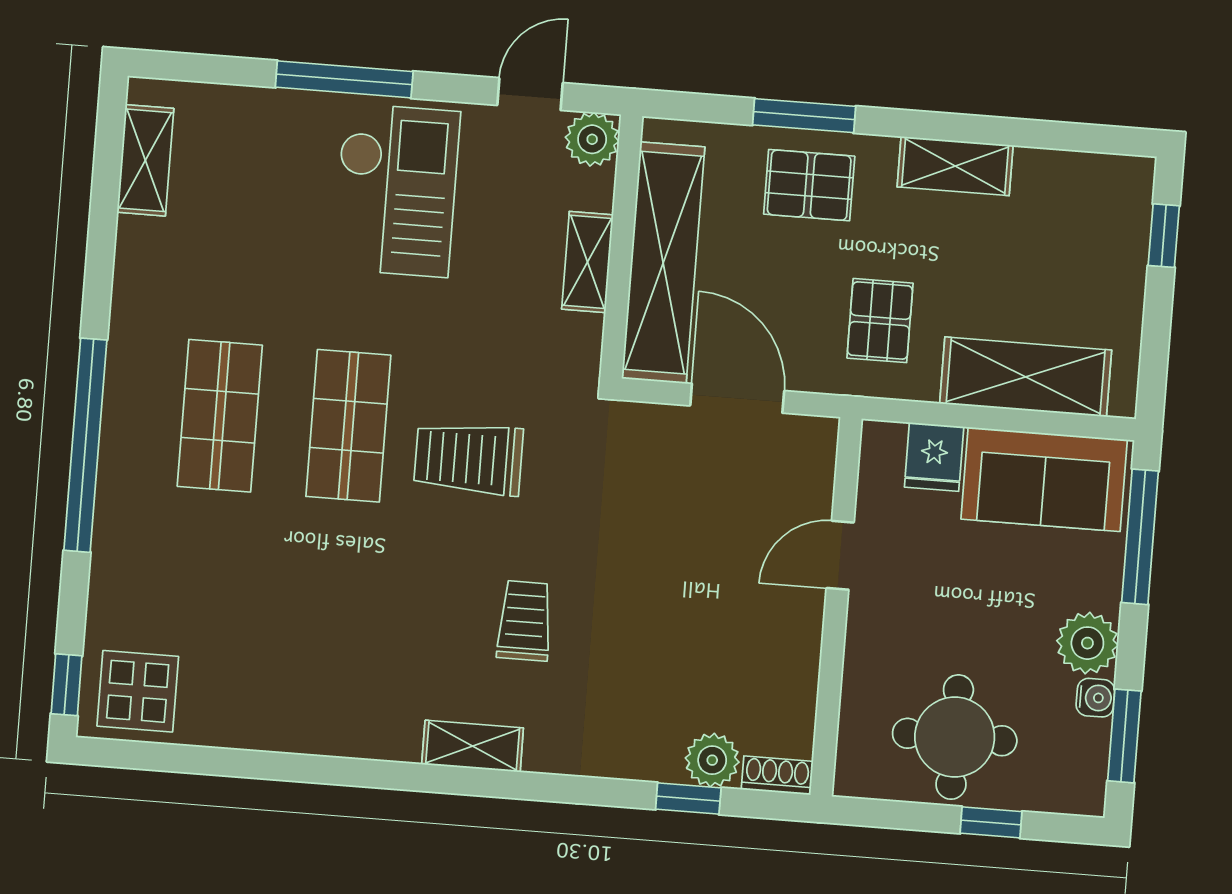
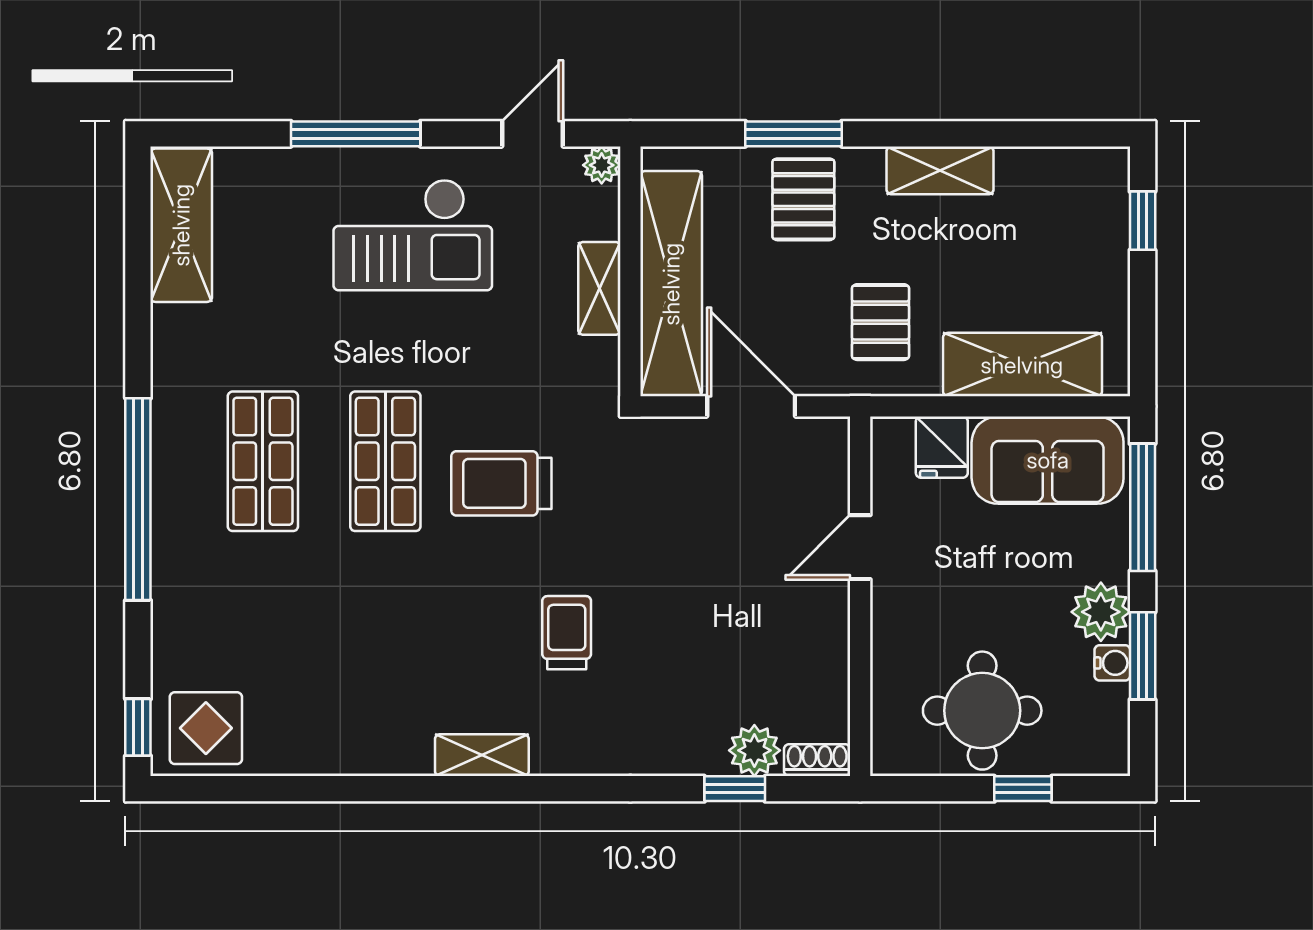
plant: (592, 139) -> (602, 165), width x0.73, depth x0.73
shelving: (145, 160) -> (181, 225), width x1.50, depth x1.33
pallet: (809, 185) -> (803, 199), turned 90
checkout: (396, 190) -> (413, 235), turned 90
window: (1124, 736) -> (1143, 656), moved
shelving: (473, 746) -> (482, 755), moved

